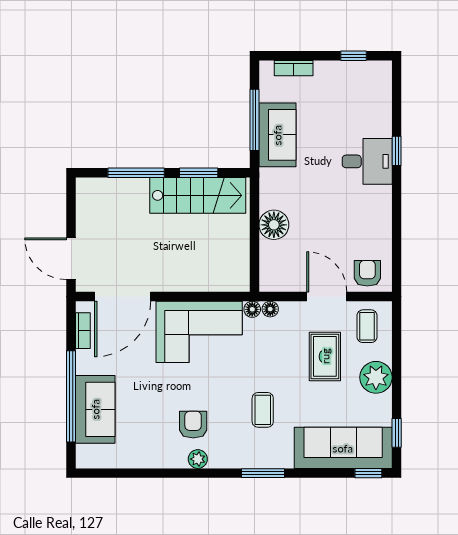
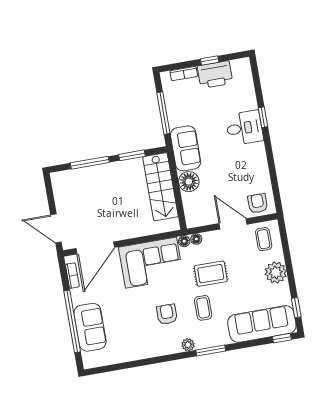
window: (354, 56) -> (210, 60), moved
printer: (338, 77) -> (215, 75), added
sofa: (277, 135) -> (186, 148), moved
stairs: (198, 195) -> (160, 187), moved, turned 90
rug: (325, 356) -> (211, 274), moved, turned 90
armchair: (193, 425) -> (167, 314), moved
plant: (198, 459) -> (188, 345), moved

